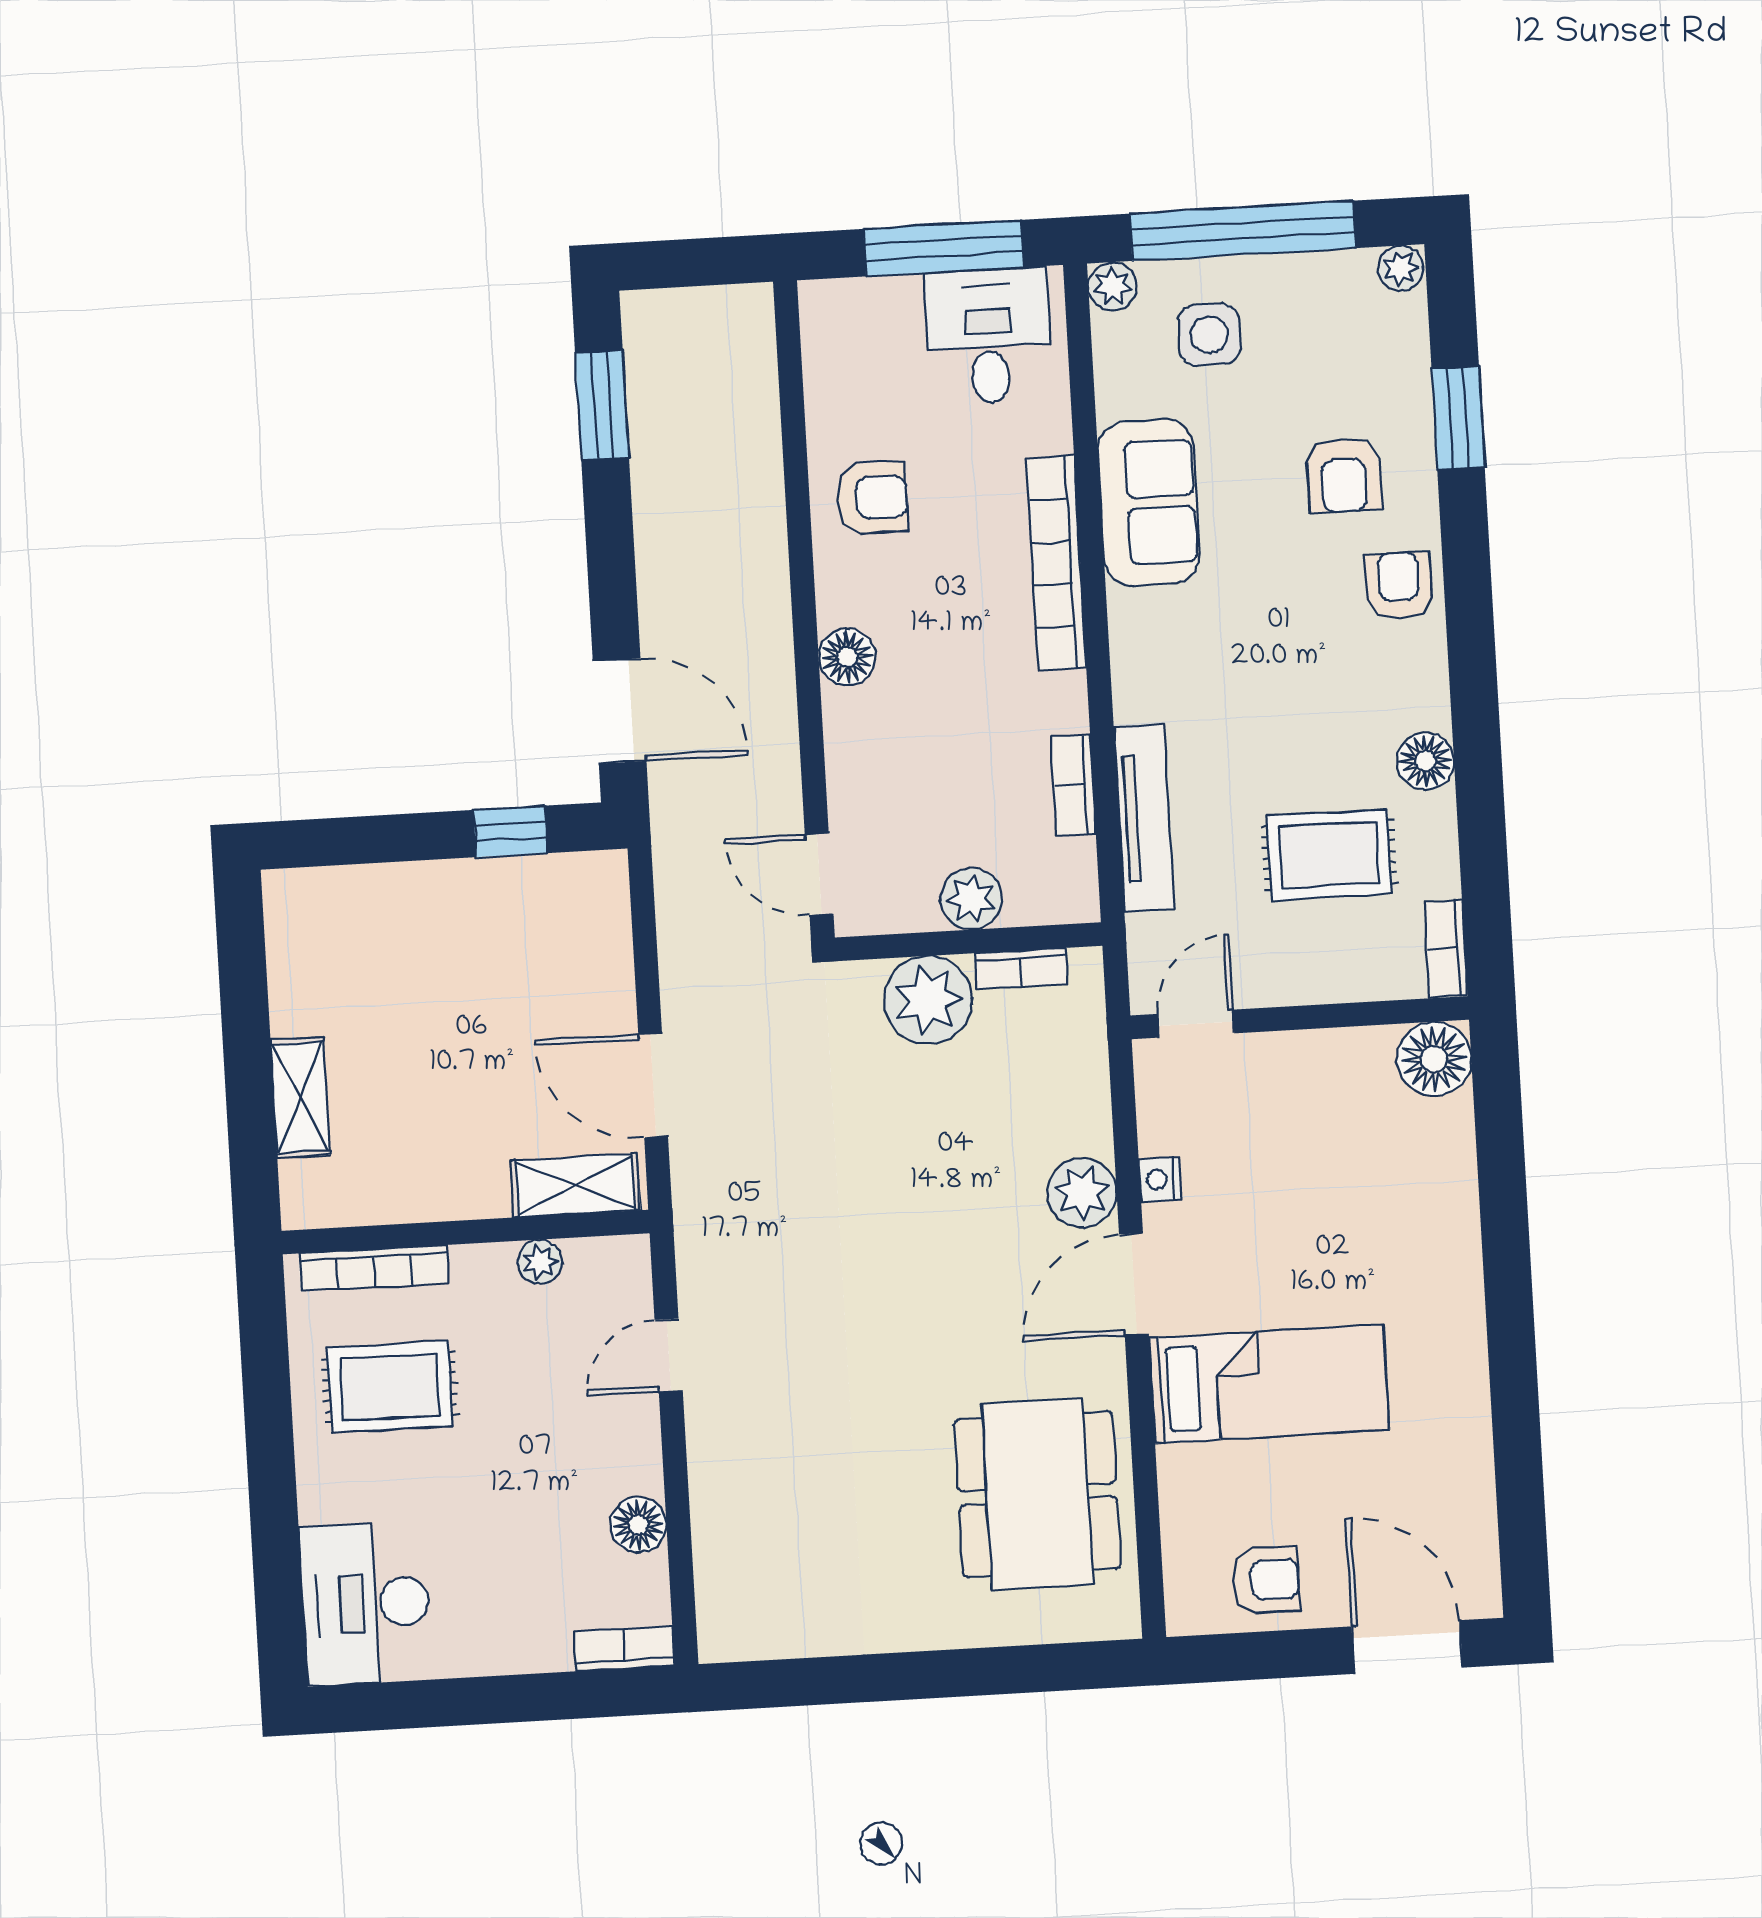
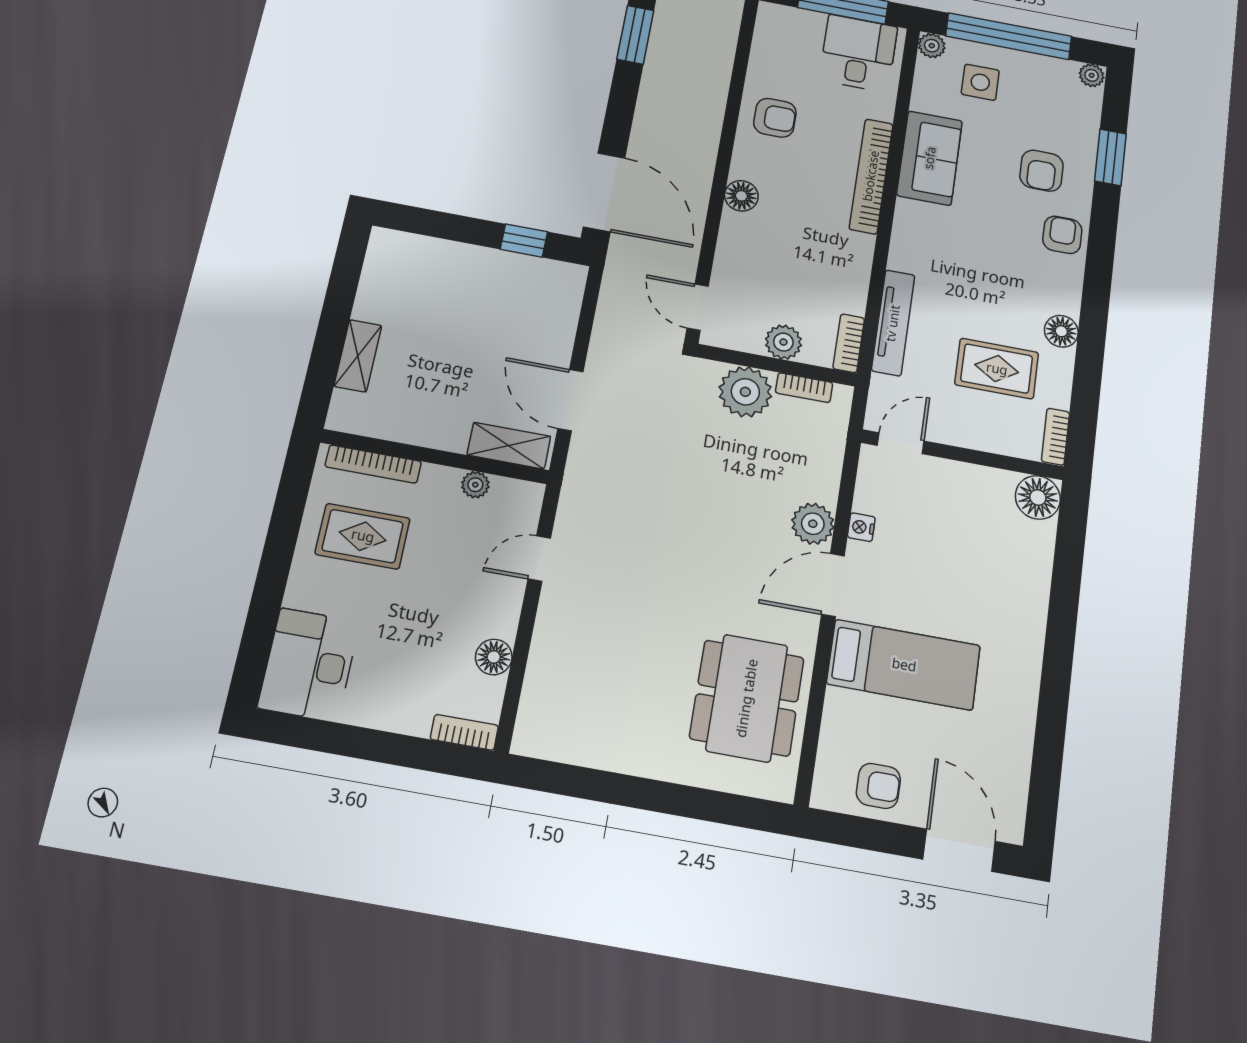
door: (620, 711) -> (604, 192), width x1.36
bookcase: (1073, 785) -> (849, 343), moved

